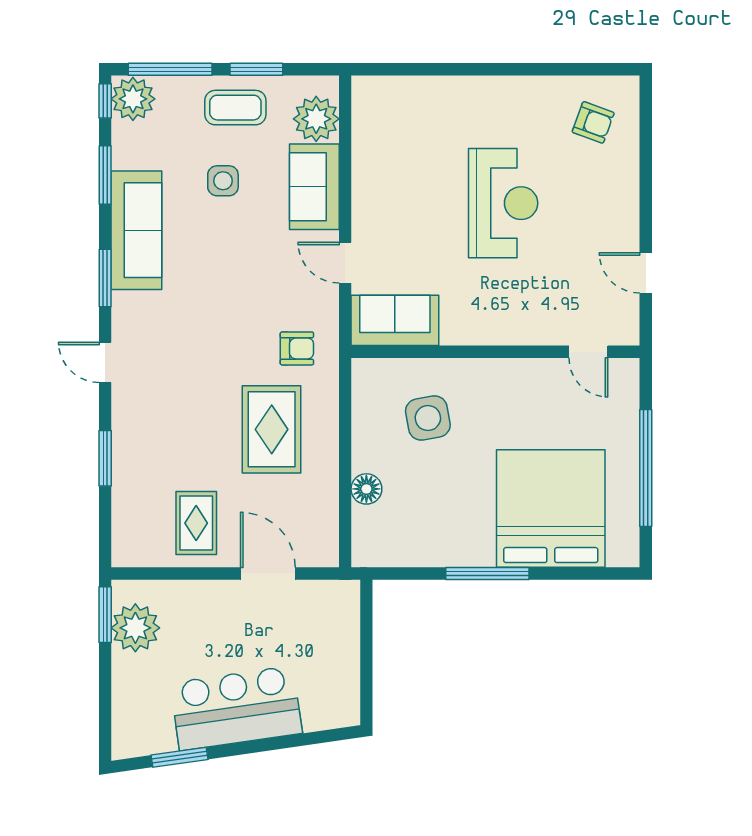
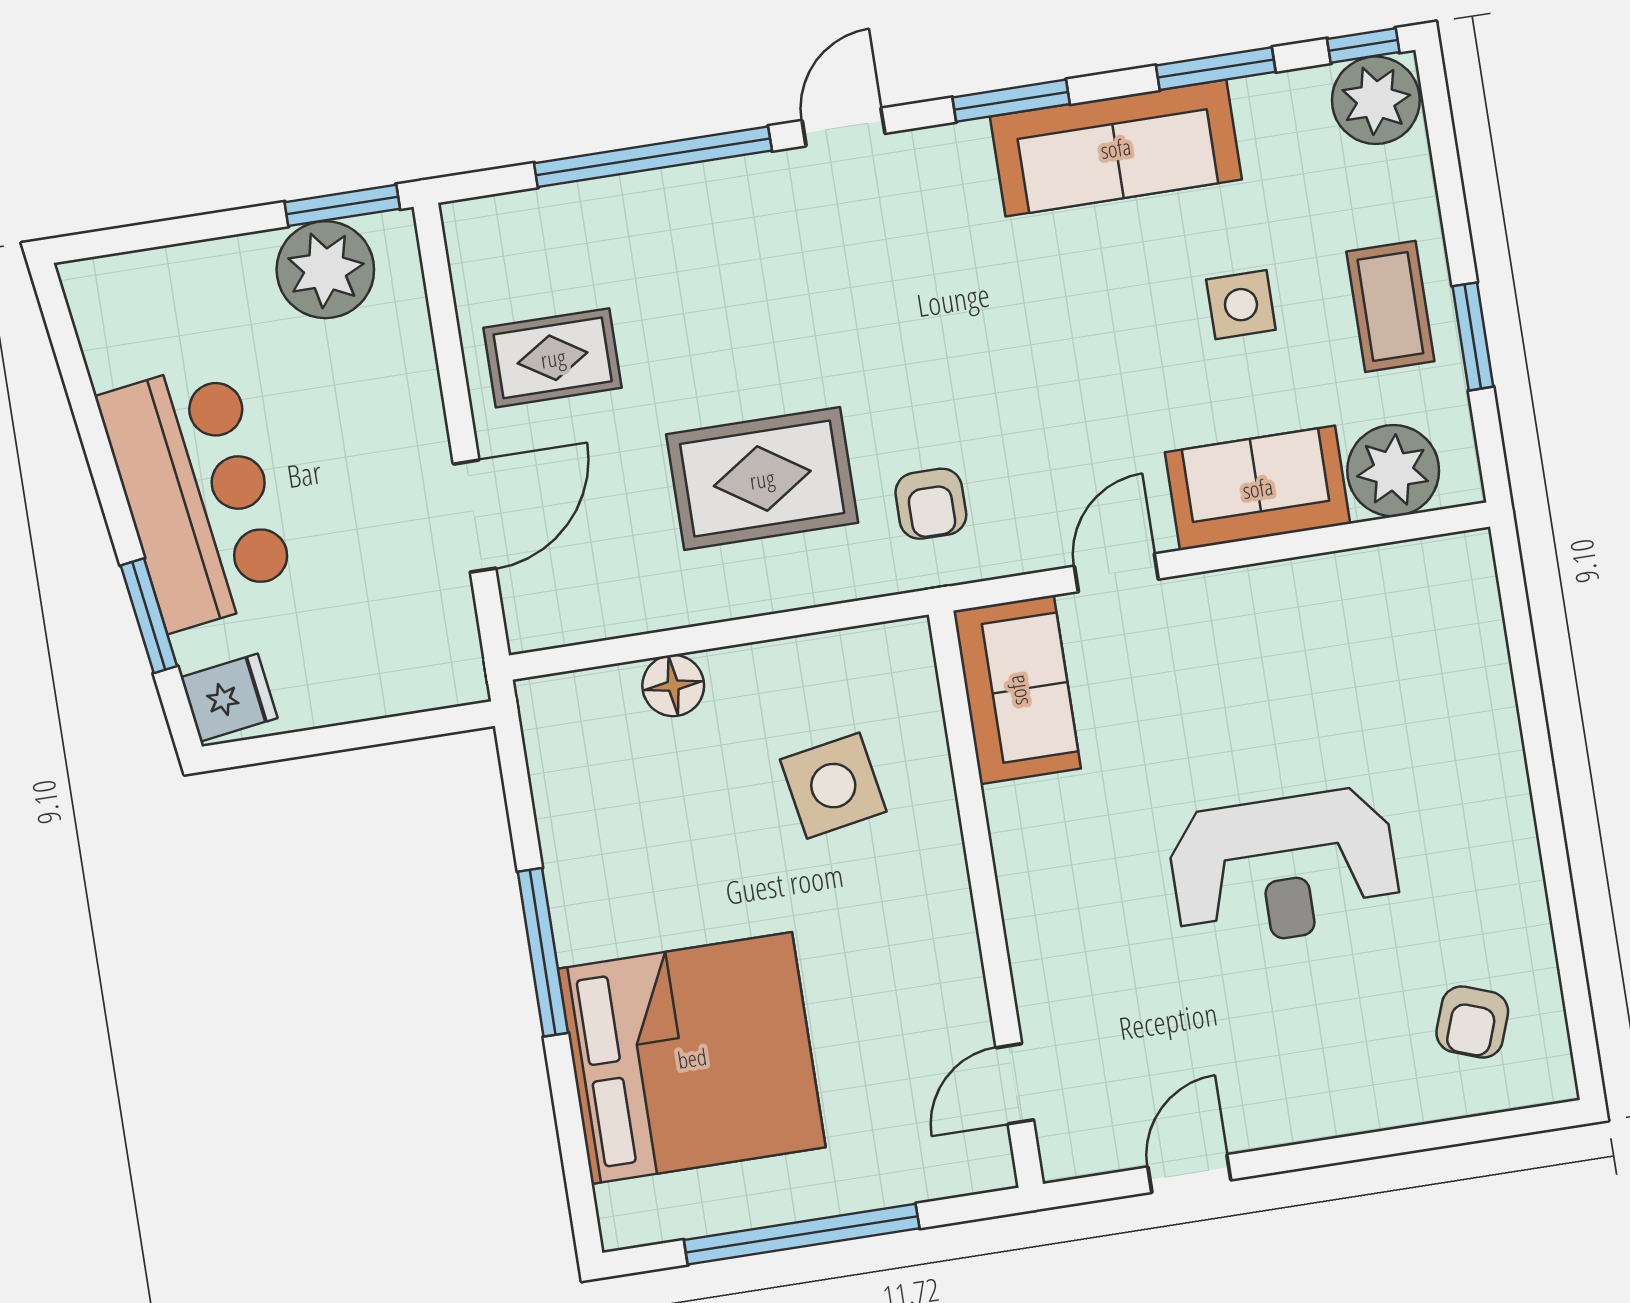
window: (170, 69) -> (1446, 165), removed
window: (105, 458) -> (653, 157), width x2.11
fridge: (338, 708) -> (229, 698), added
window: (179, 757) -> (149, 616), moved

